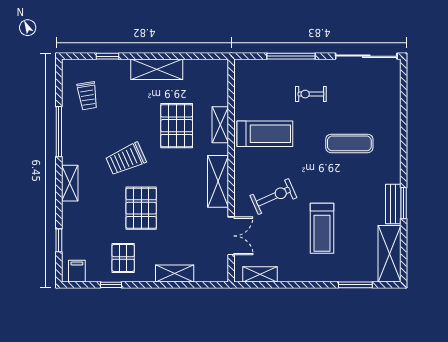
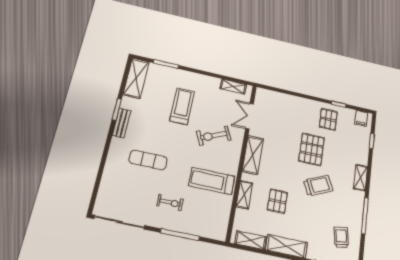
pallet: (177, 126) -> (277, 201), width x0.67, depth x0.71
bench: (393, 204) -> (122, 123), moved
shelving: (175, 274) -> (251, 240), moved

